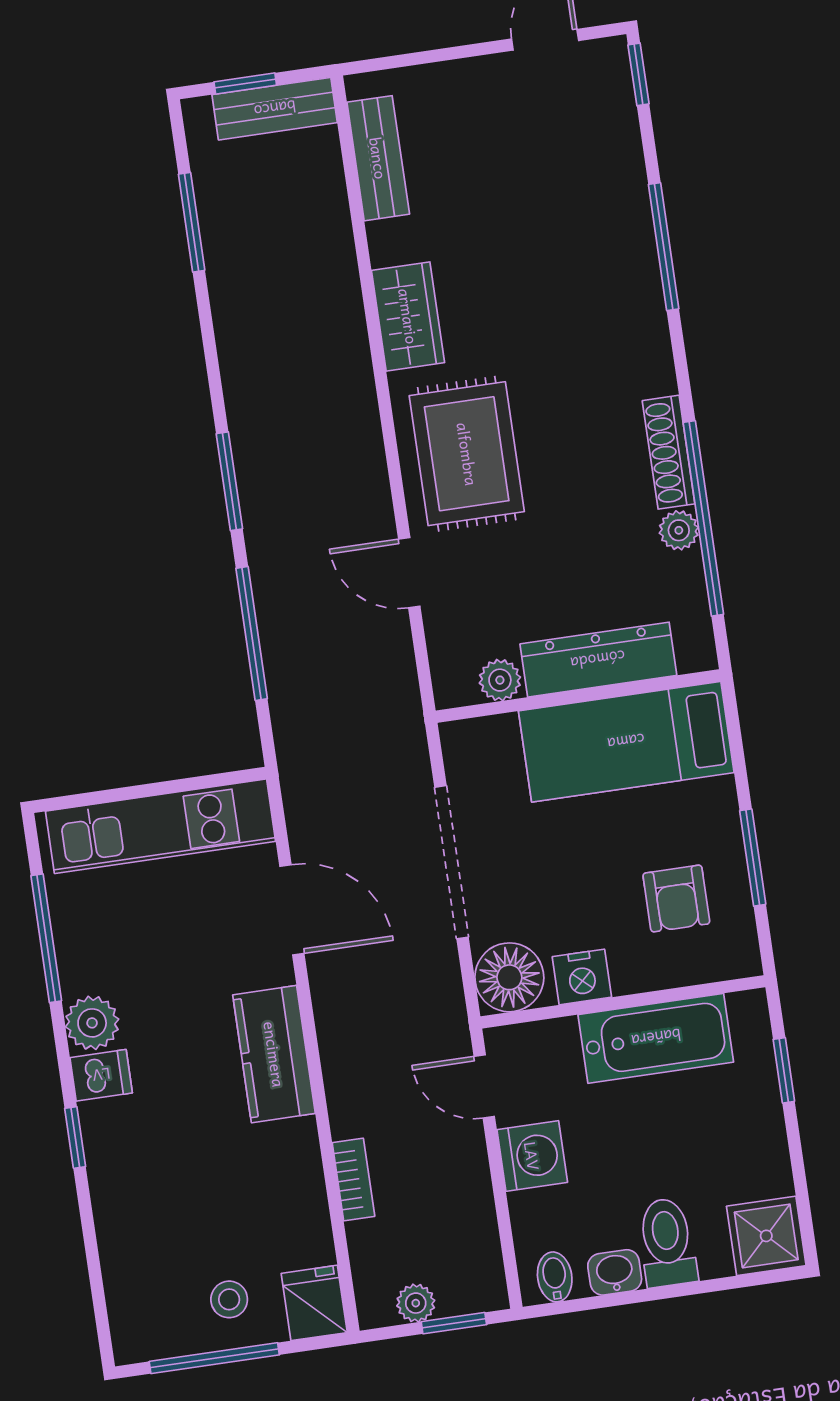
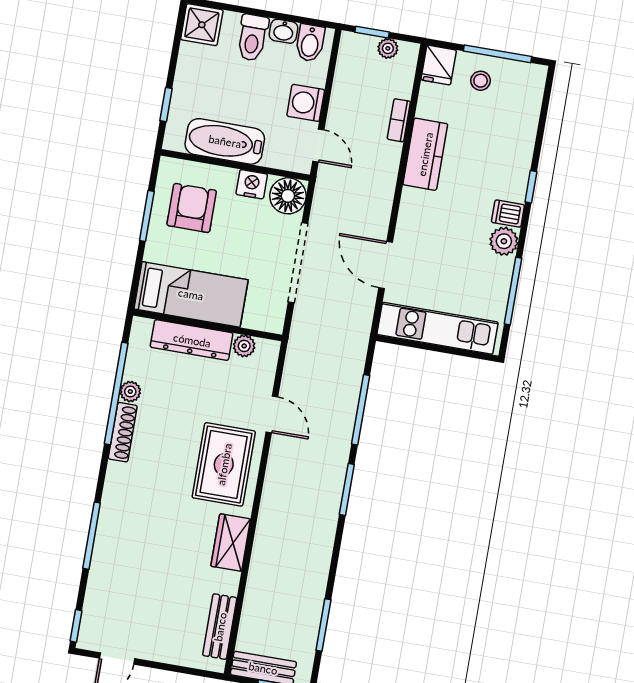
armchair: (676, 899) -> (192, 208), width x1.38, depth x1.38
kitchen counter: (274, 1054) -> (425, 154), moved
bidet: (555, 1277) -> (310, 43), width x1.38, depth x1.36

